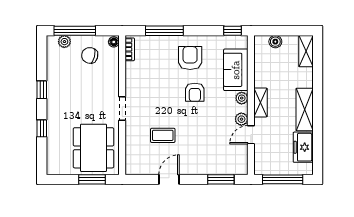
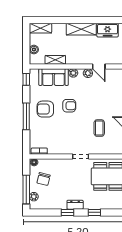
window: (164, 31) -> (26, 116), moved
dresser: (53, 101) -> (75, 205), added
shelving: (261, 102) -> (55, 60), moved

